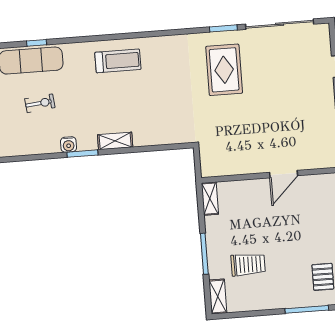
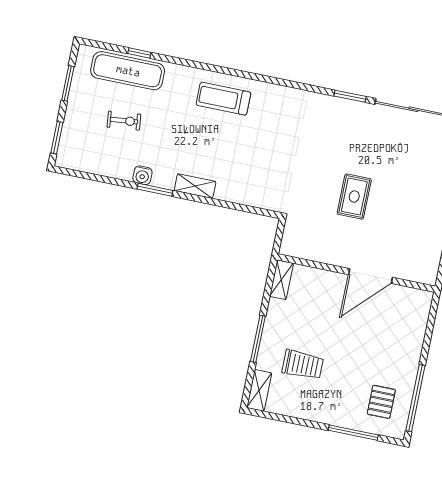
treadmill: (118, 61) -> (223, 99), turned 180
rug: (224, 70) -> (354, 197), moved, width x0.73, depth x0.70
door: (284, 174) -> (370, 276), width x1.36

